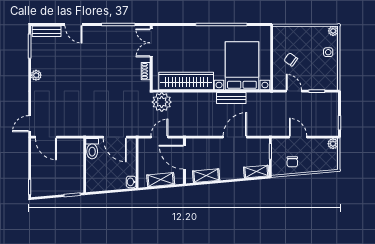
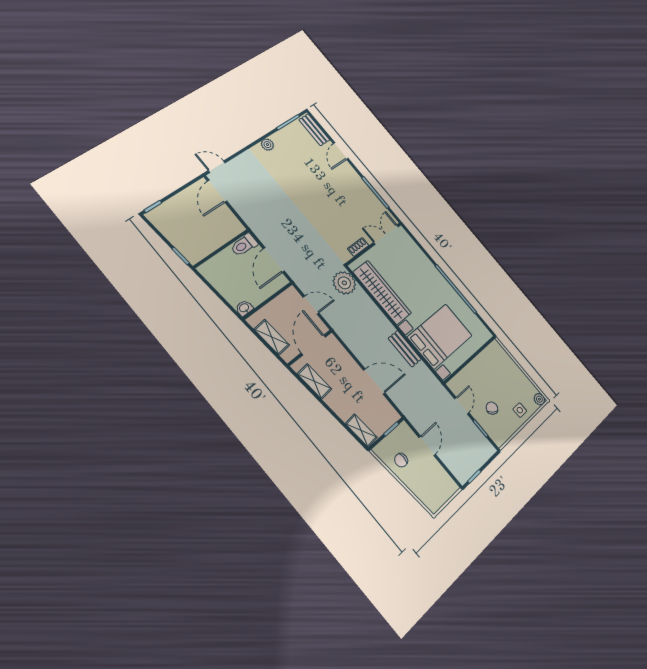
chair: (291, 60) -> (492, 408), moved
plant: (333, 144) -> (451, 487), removed

